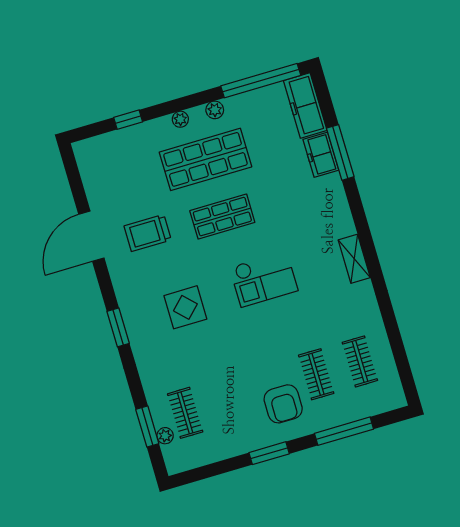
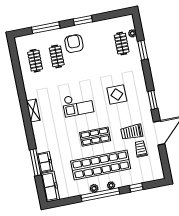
window: (261, 81) -> (100, 195), moved
shop shelf: (205, 159) -> (101, 165), width x1.40
trolley: (126, 200) -> (141, 149), added
trolley: (148, 233) -> (132, 132), turned 180
checkout: (264, 279) -> (78, 105), turned 180
window: (118, 327) -> (153, 100), moved
window: (147, 427) -> (143, 50), moved

